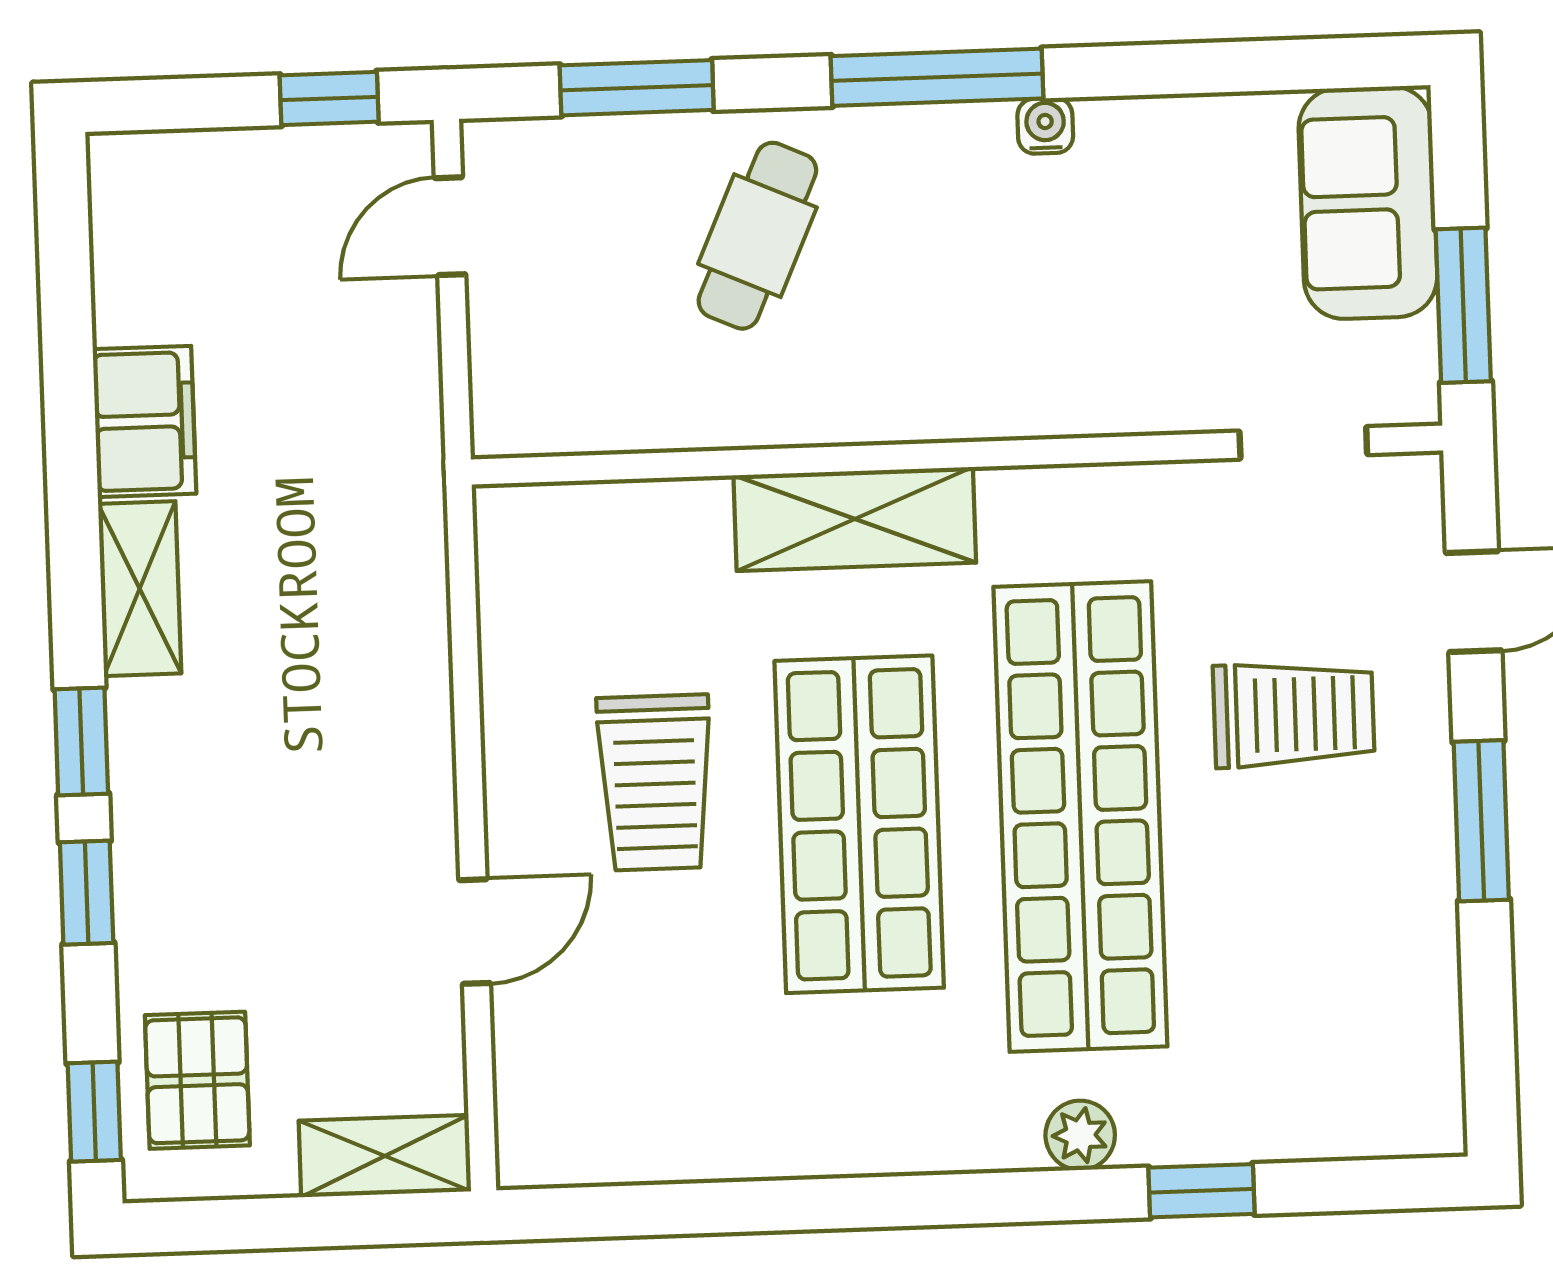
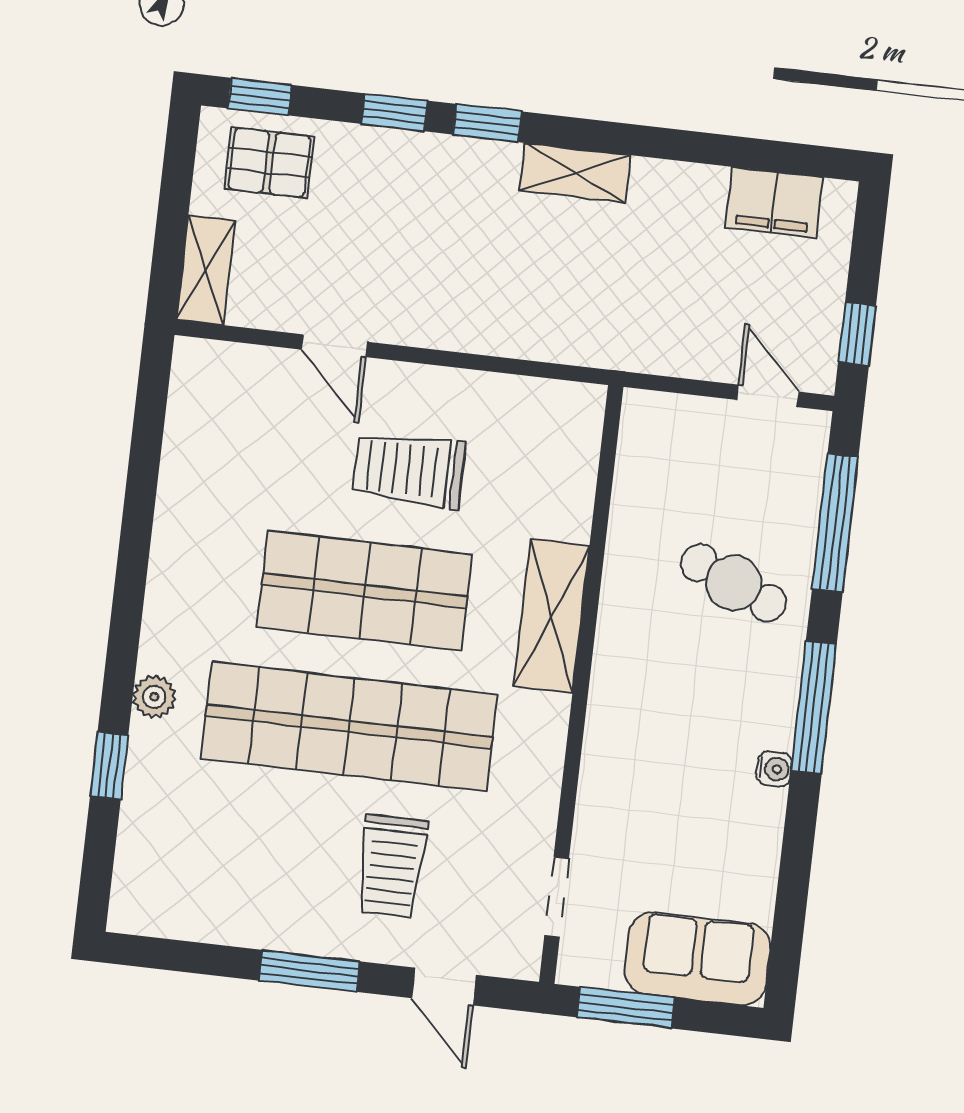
window: (637, 88) -> (835, 523), width x1.44
filing cabinet: (144, 421) -> (774, 202), moved

